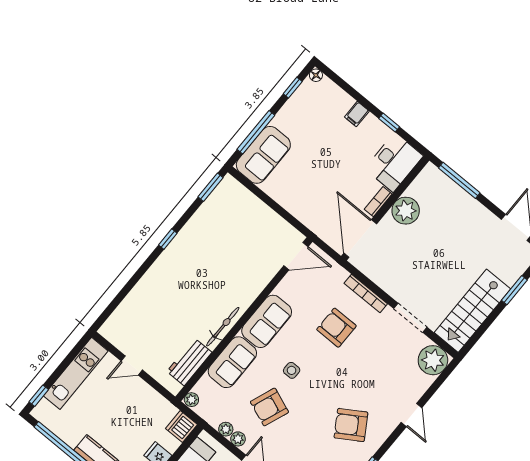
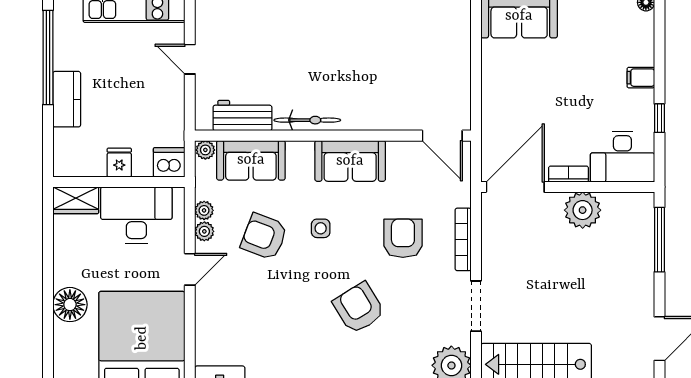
sofa: (232, 362) -> (251, 160), moved
armchair: (351, 425) -> (359, 308), moved

